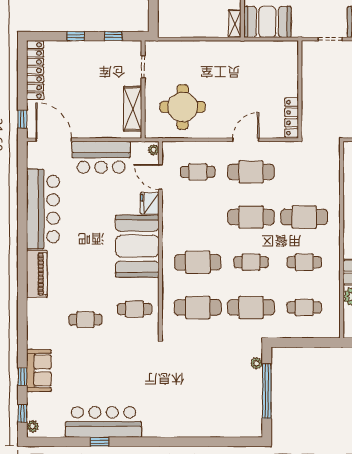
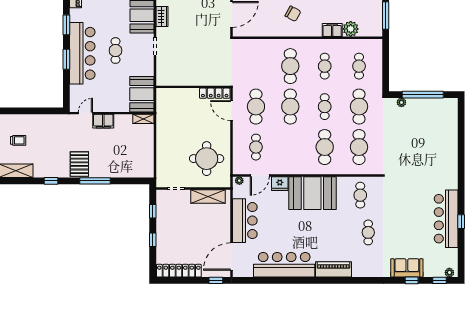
wall: (300, 89) -> (193, 87), moved
locker: (292, 118) -> (215, 93), moved

